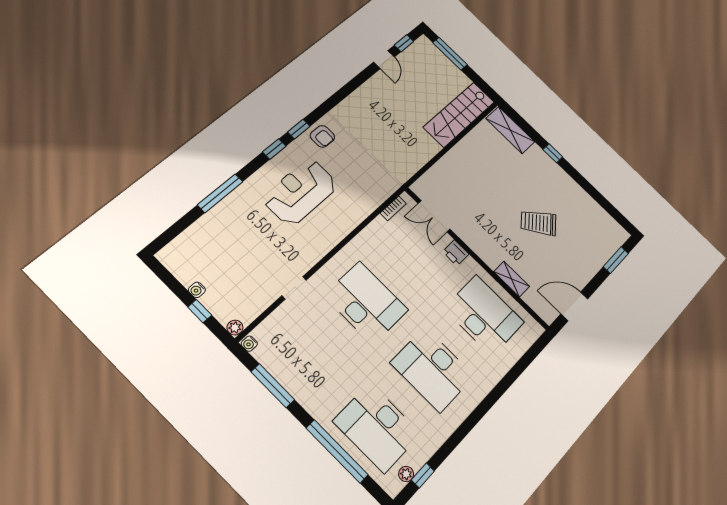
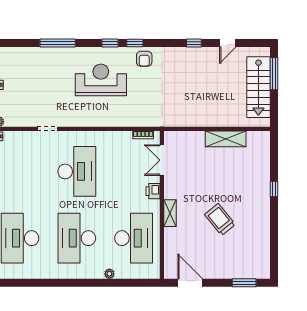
window: (404, 43) -> (194, 43), moved
stairs: (459, 114) -> (258, 87), moved, turned -90
shelving: (510, 130) -> (226, 139), moved, turned 90
shelving: (512, 279) -> (170, 213), moved
plant: (406, 474) -> (109, 274), moved
window: (423, 475) -> (19, 283), removed

